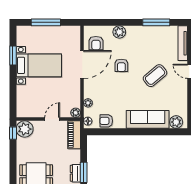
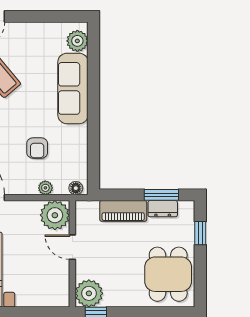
plant: (76, 113) -> (55, 215), width x1.88, depth x1.88
armchair: (106, 121) -> (37, 148), moved
piano: (74, 135) -> (123, 211), moved

